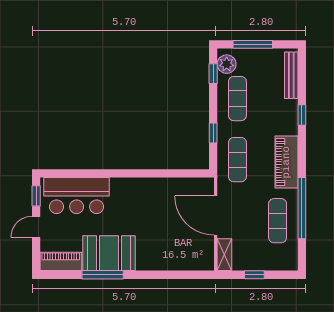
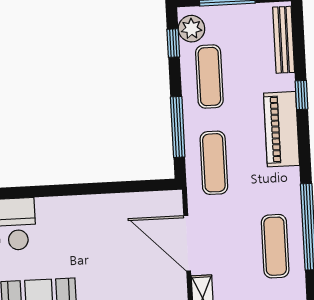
window: (213, 133) -> (178, 127), width x2.17
piano: (286, 162) -> (282, 129), moved

